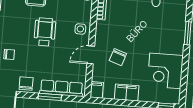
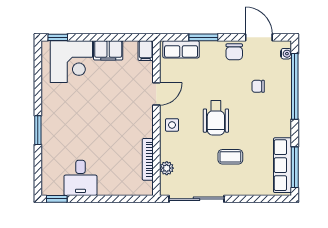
chair: (118, 57) -> (122, 94), removed
corner desk: (165, 71) -> (71, 62), moved, turned 90
row of seats: (61, 88) -> (181, 49), width x0.68

